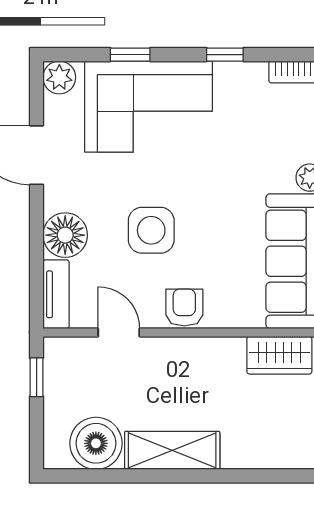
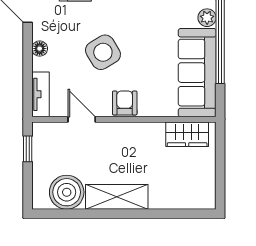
side table: (151, 230) -> (103, 52), turned -31
floor lamp: (65, 235) -> (40, 49), width x0.53, depth x0.53

